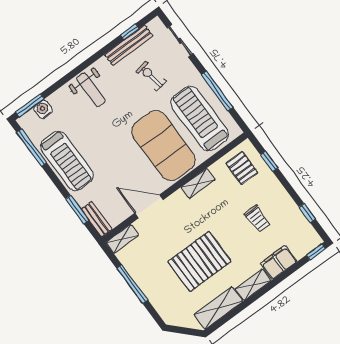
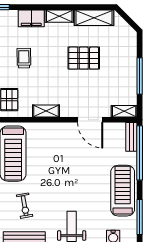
exercise mat: (163, 146) -> (51, 153), removed
window: (77, 210) -> (140, 153), width x2.11
pallet: (199, 262) -> (84, 58), width x0.73, depth x0.71

